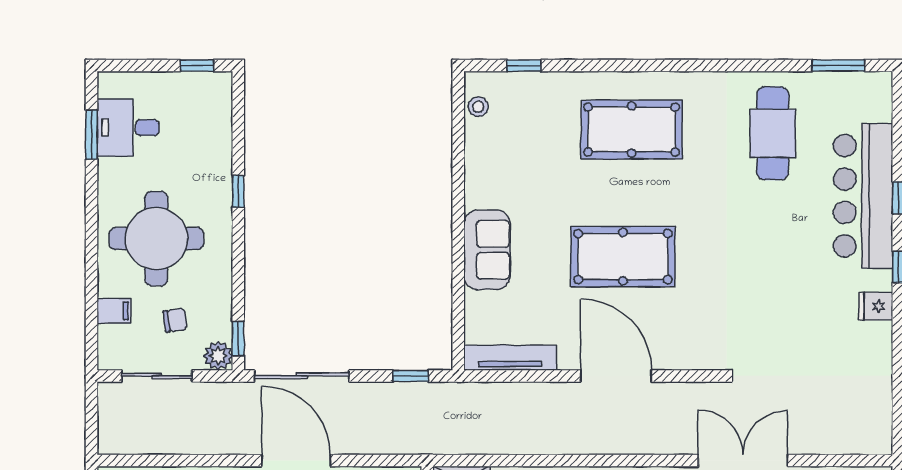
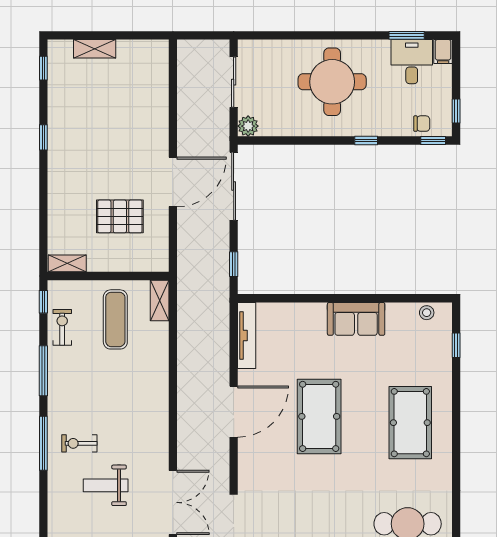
sofa: (487, 250) -> (356, 319), moved
filing cabinet: (114, 311) -> (443, 51), moved
chair: (175, 320) -> (422, 124), moved, turned -82
window: (238, 339) -> (433, 140), moved

